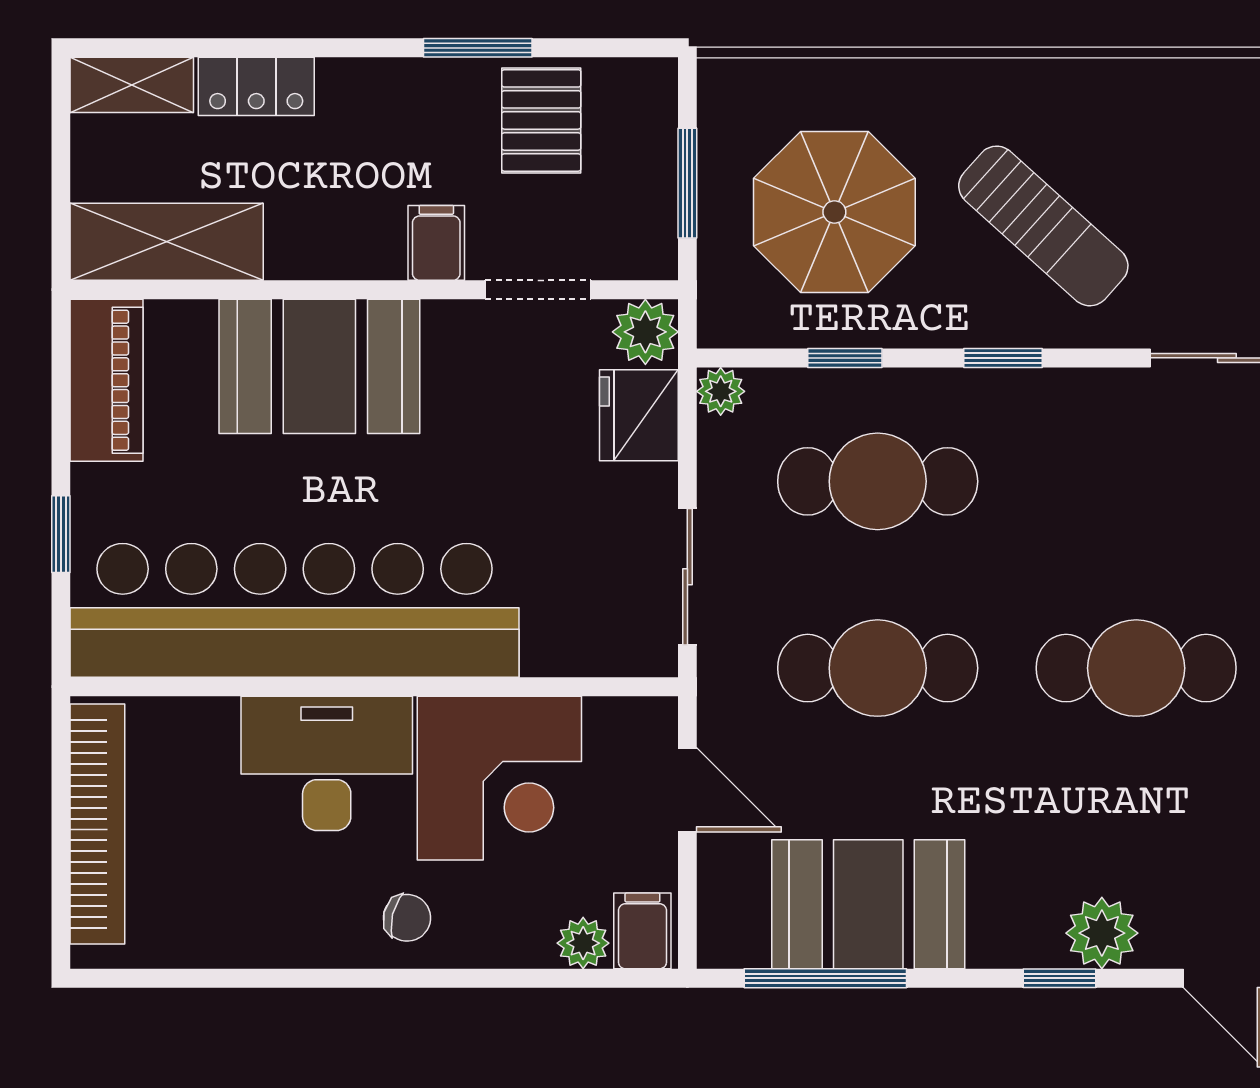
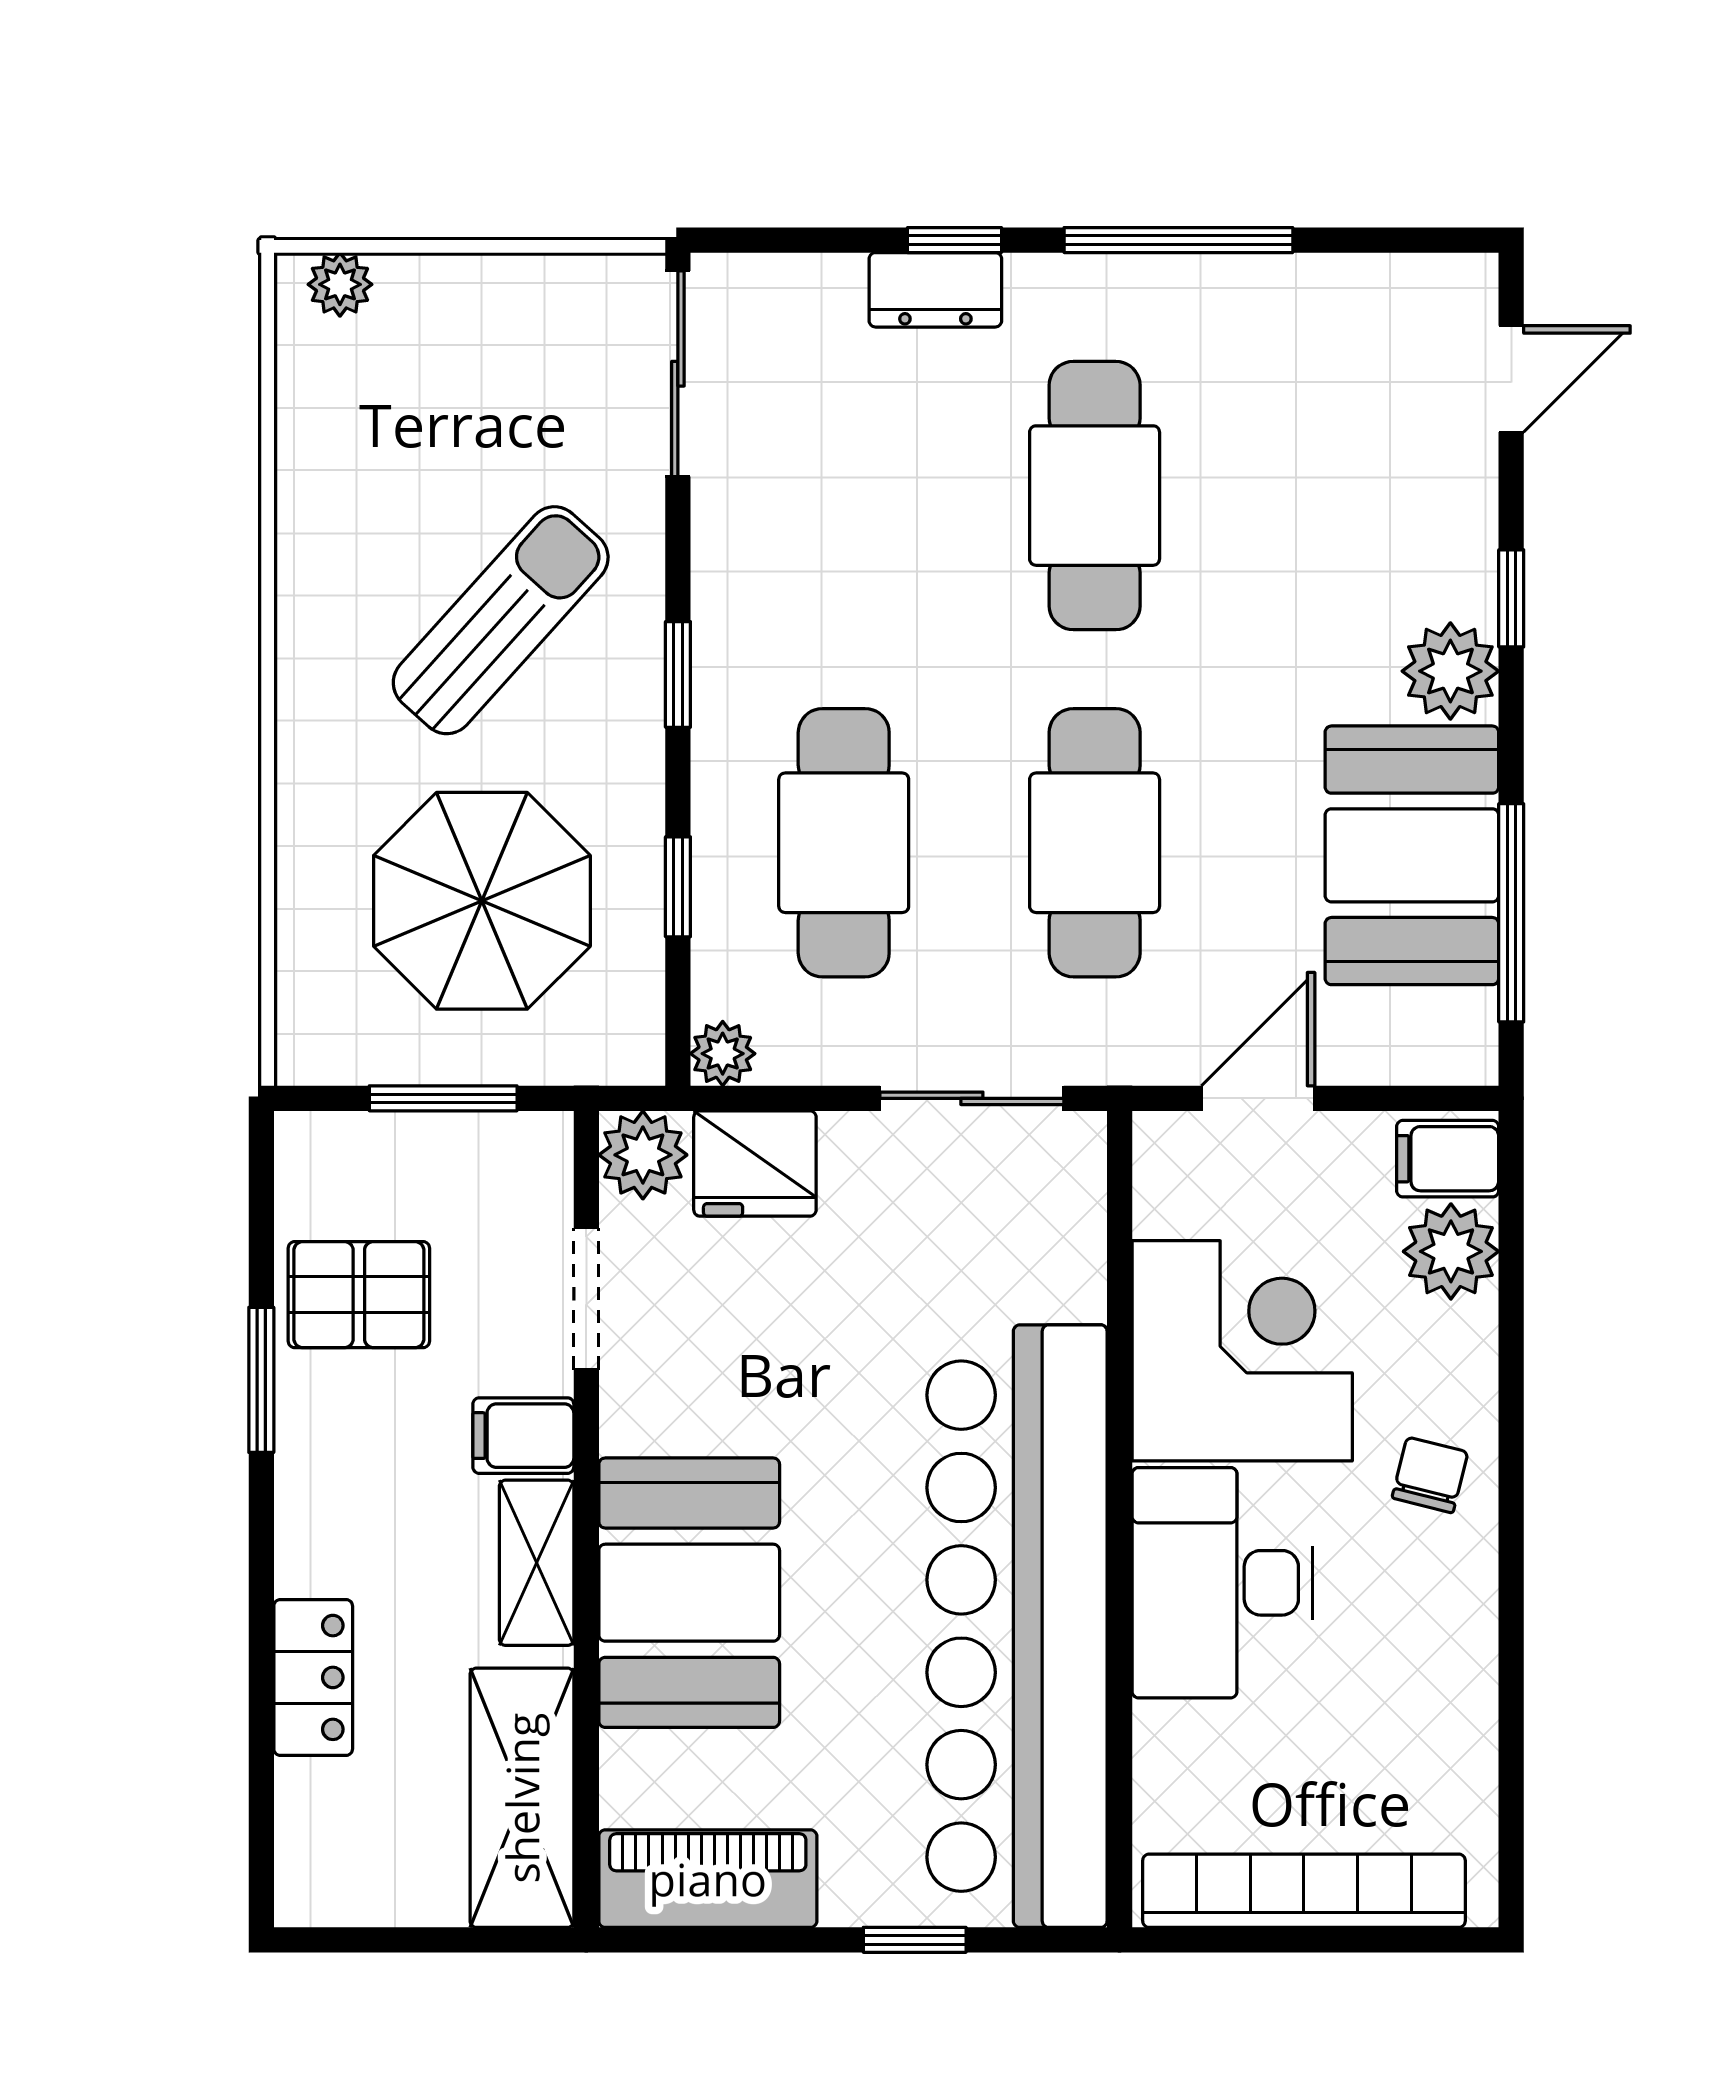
shelving: (132, 85) -> (537, 1563), moved
plant: (1102, 933) -> (1450, 671), moved
plant: (583, 943) -> (1451, 1251), width x1.38, depth x1.38

